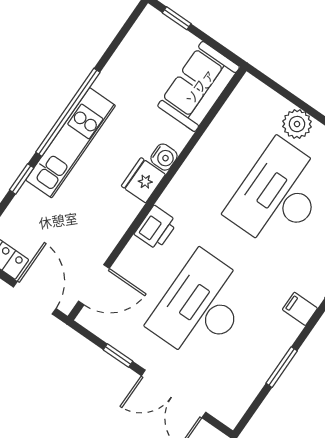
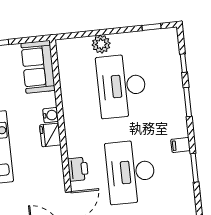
printer: (156, 228) -> (78, 169), moved
filing cabinet: (300, 309) -> (181, 145), moved

